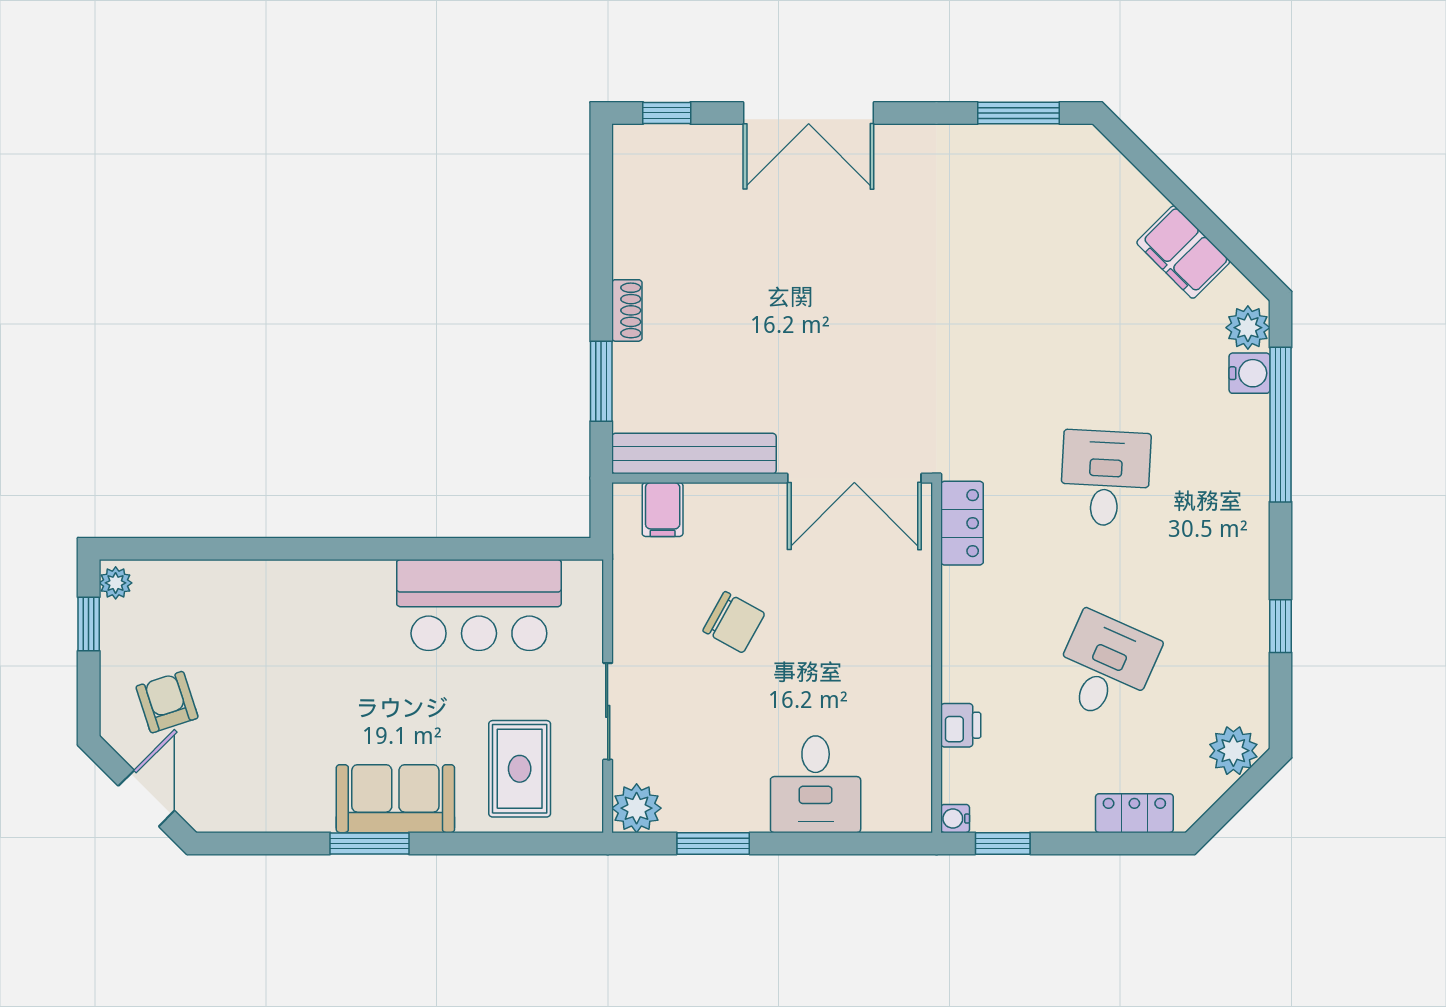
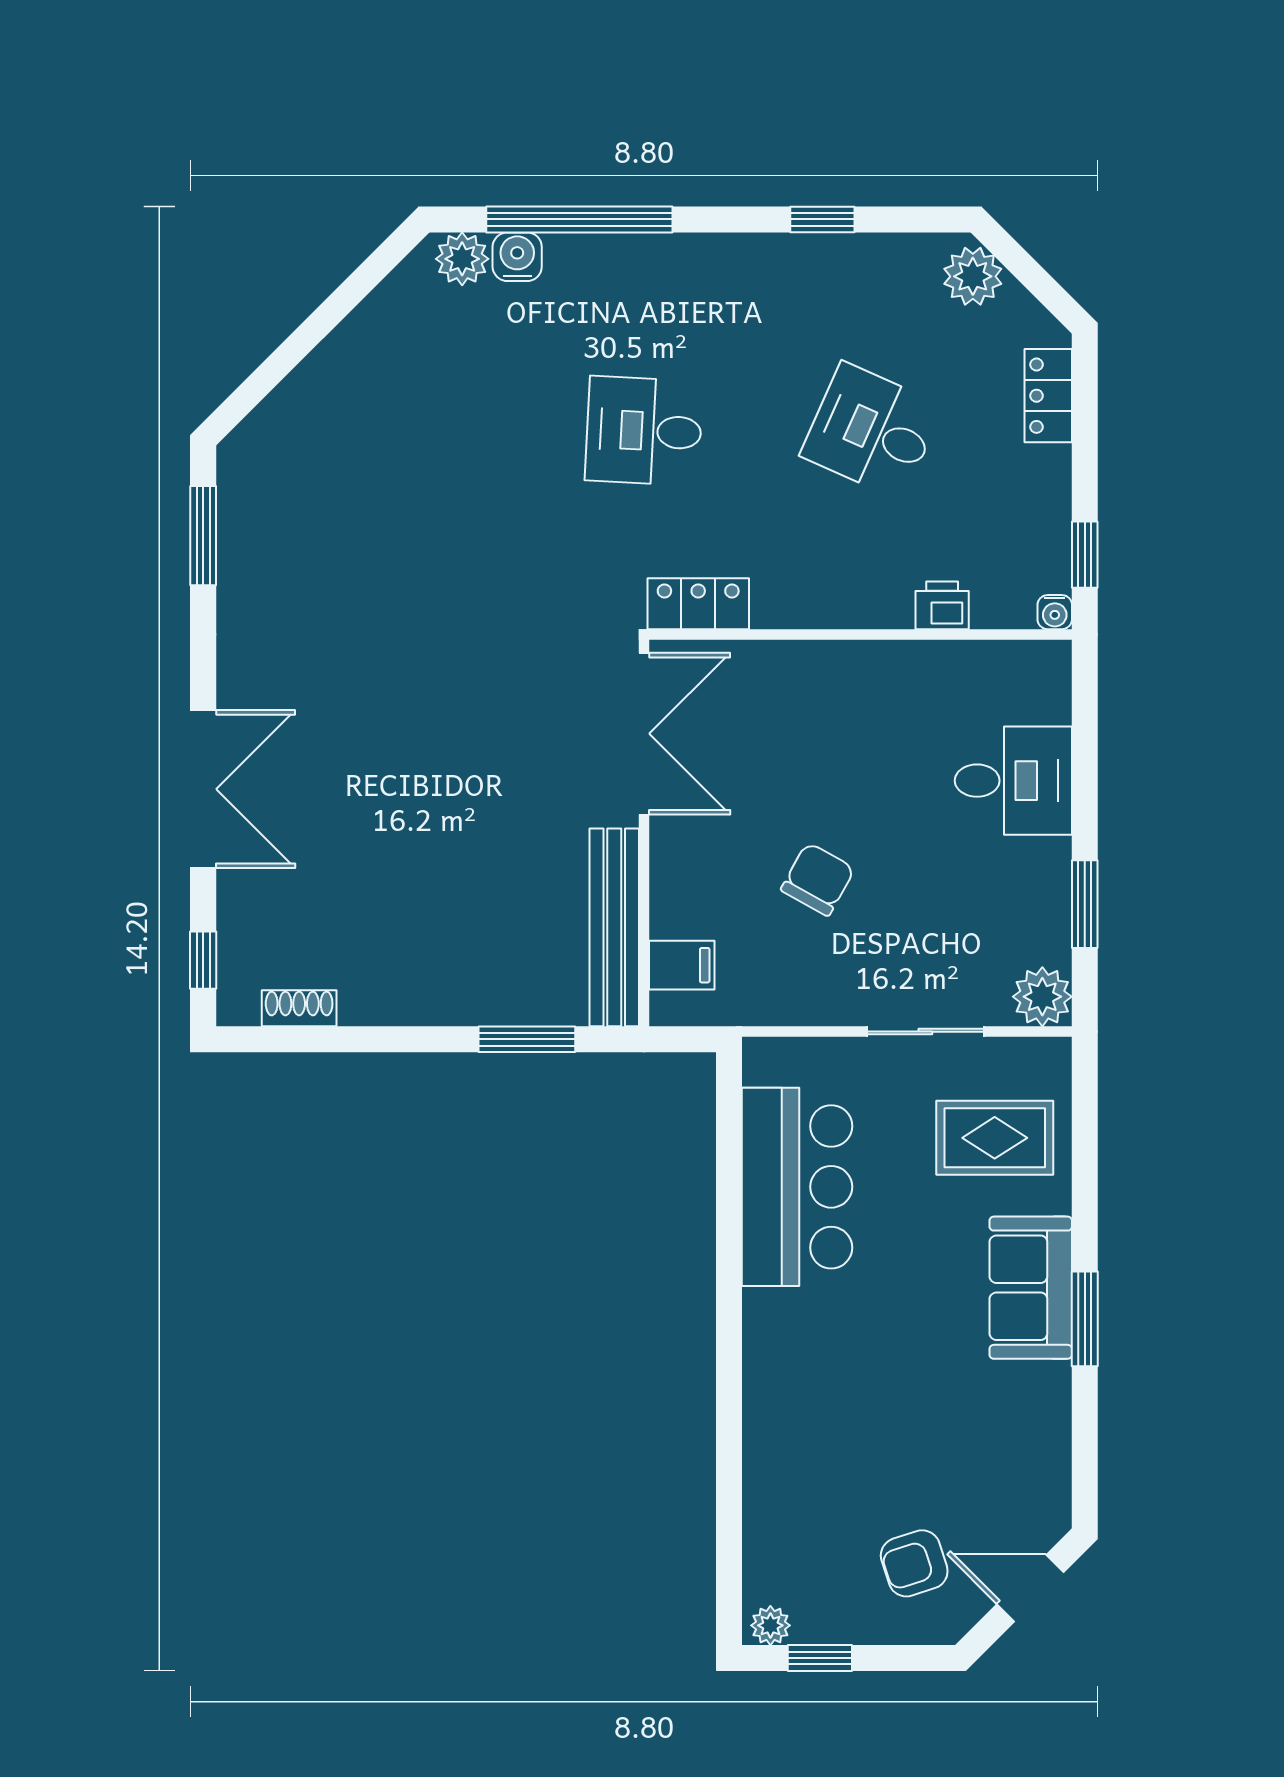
filing cabinet: (1183, 252) -> (371, 337), removed
shoe rack: (627, 310) -> (299, 1008), moved

